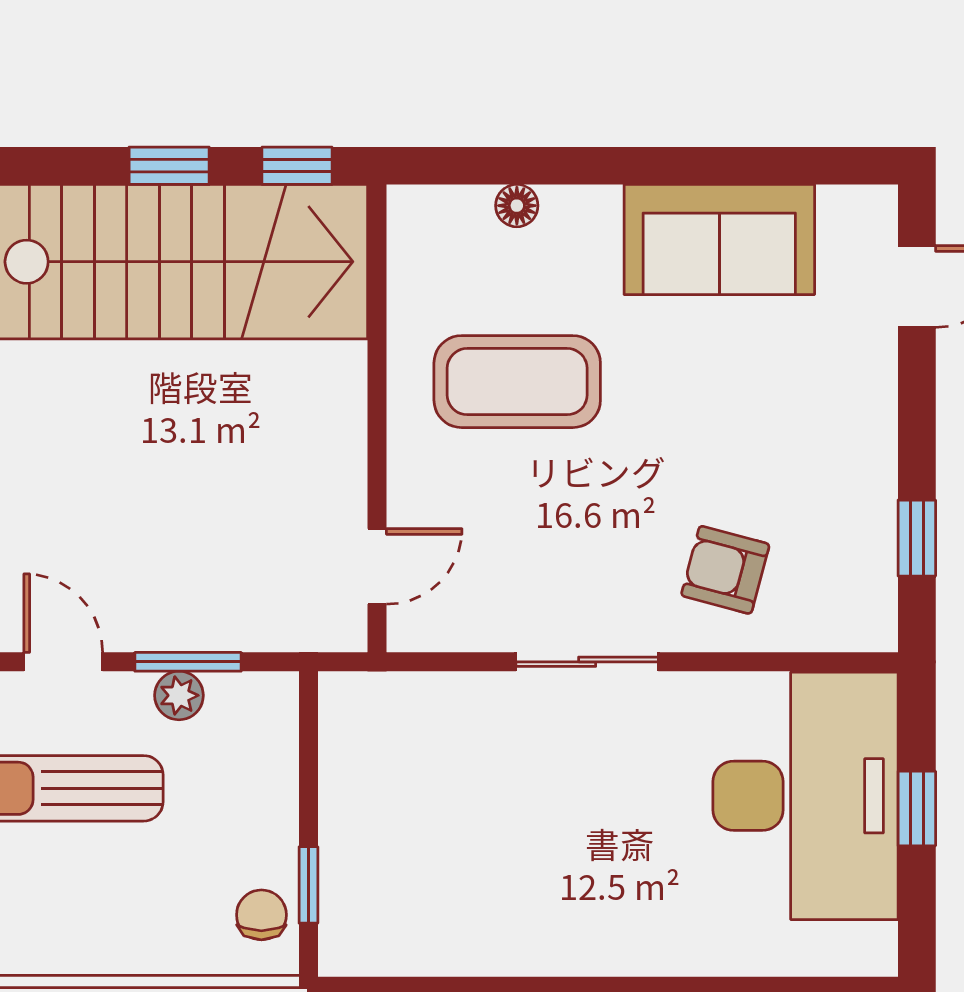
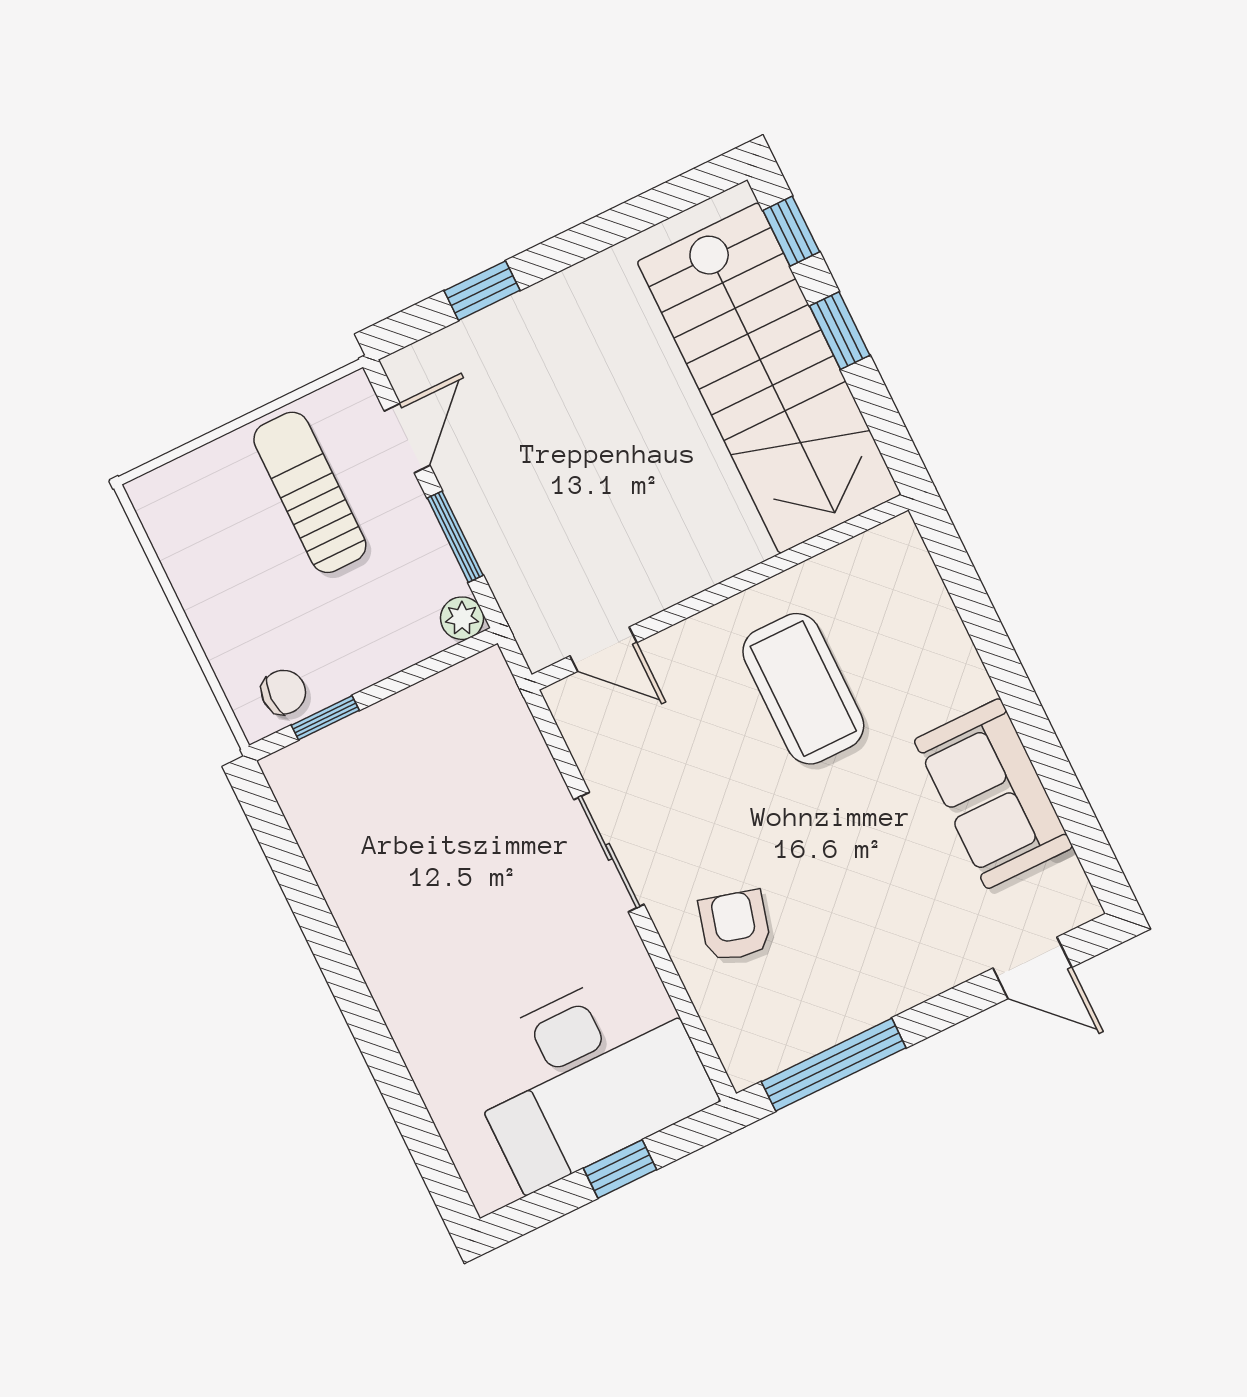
window: (297, 166) -> (791, 231), moved
floor lamp: (517, 206) -> (942, 621), removed
window: (917, 538) -> (834, 1065), width x2.17
plant: (179, 695) -> (462, 618), moved

